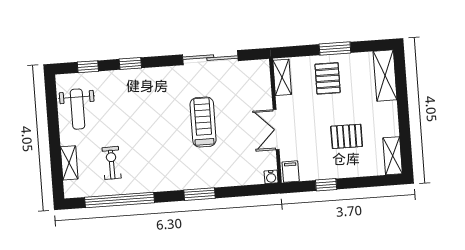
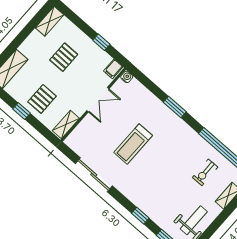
window: (335, 48) -> (21, 111), width x0.67
pallet: (347, 136) -> (64, 57), turned 90

